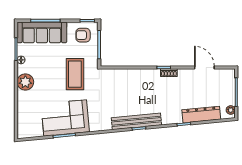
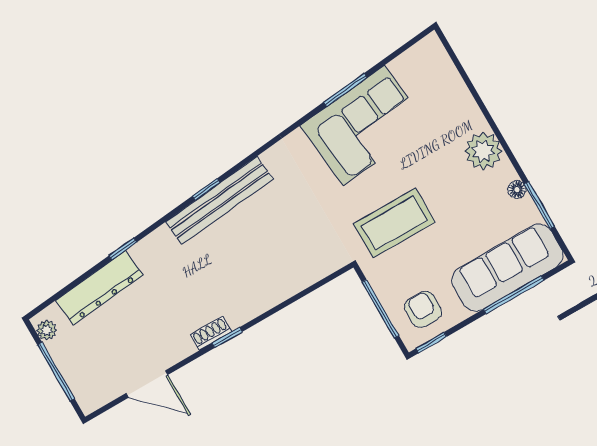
armchair: (83, 35) -> (423, 309), turned -90
coffee table: (75, 74) -> (394, 223), turned 90

